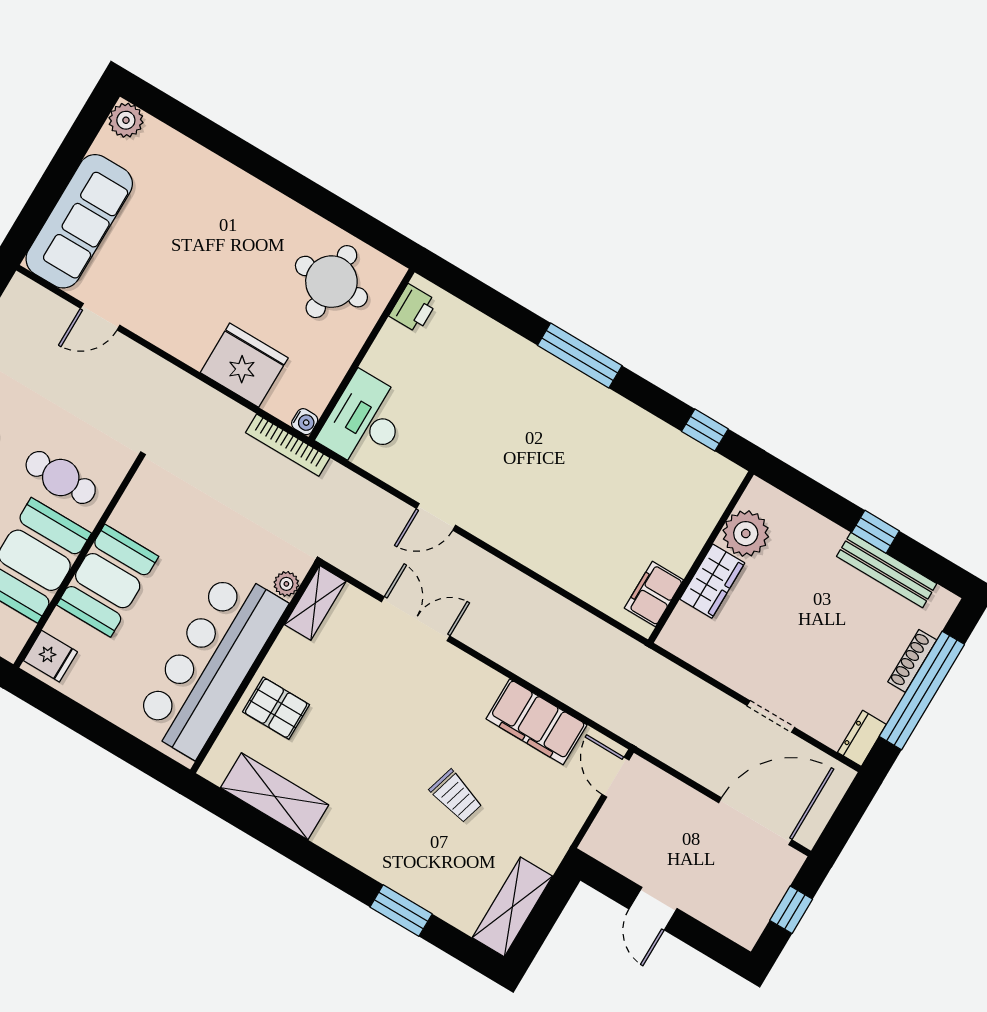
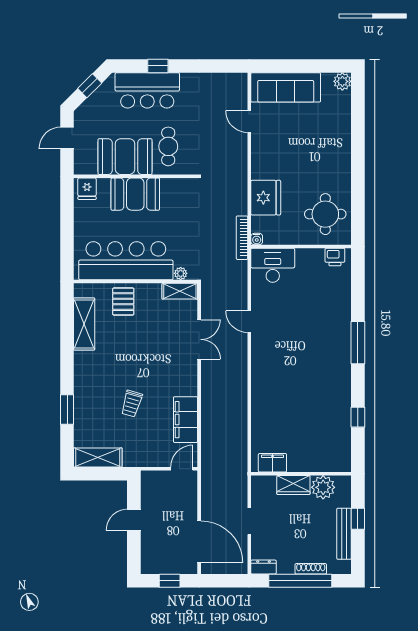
plant: (746, 534) -> (323, 487), moved
wall: (701, 557) -> (301, 474), moved
wardrobe: (712, 581) -> (293, 485), moved
filing cabinet: (654, 594) -> (272, 463), moved

